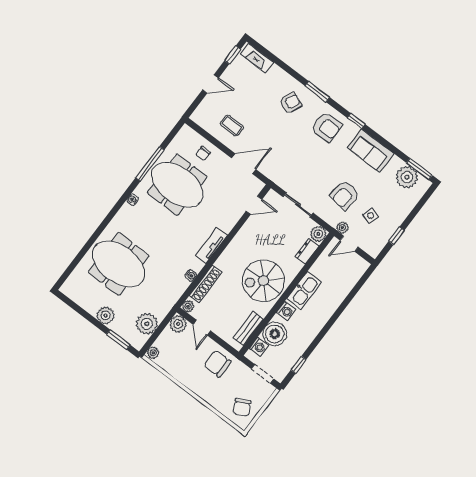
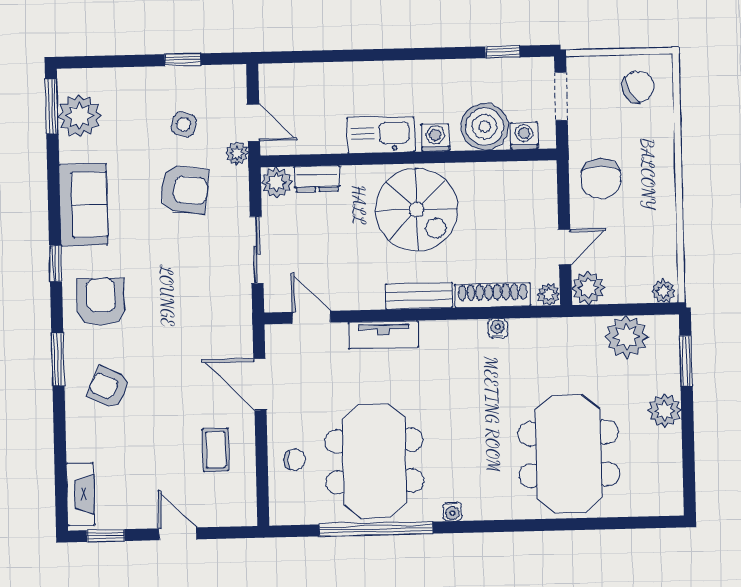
window: (150, 164) -> (376, 529), width x1.46
tv unit: (211, 245) -> (384, 335), moved
bench: (248, 329) -> (419, 296), moved

